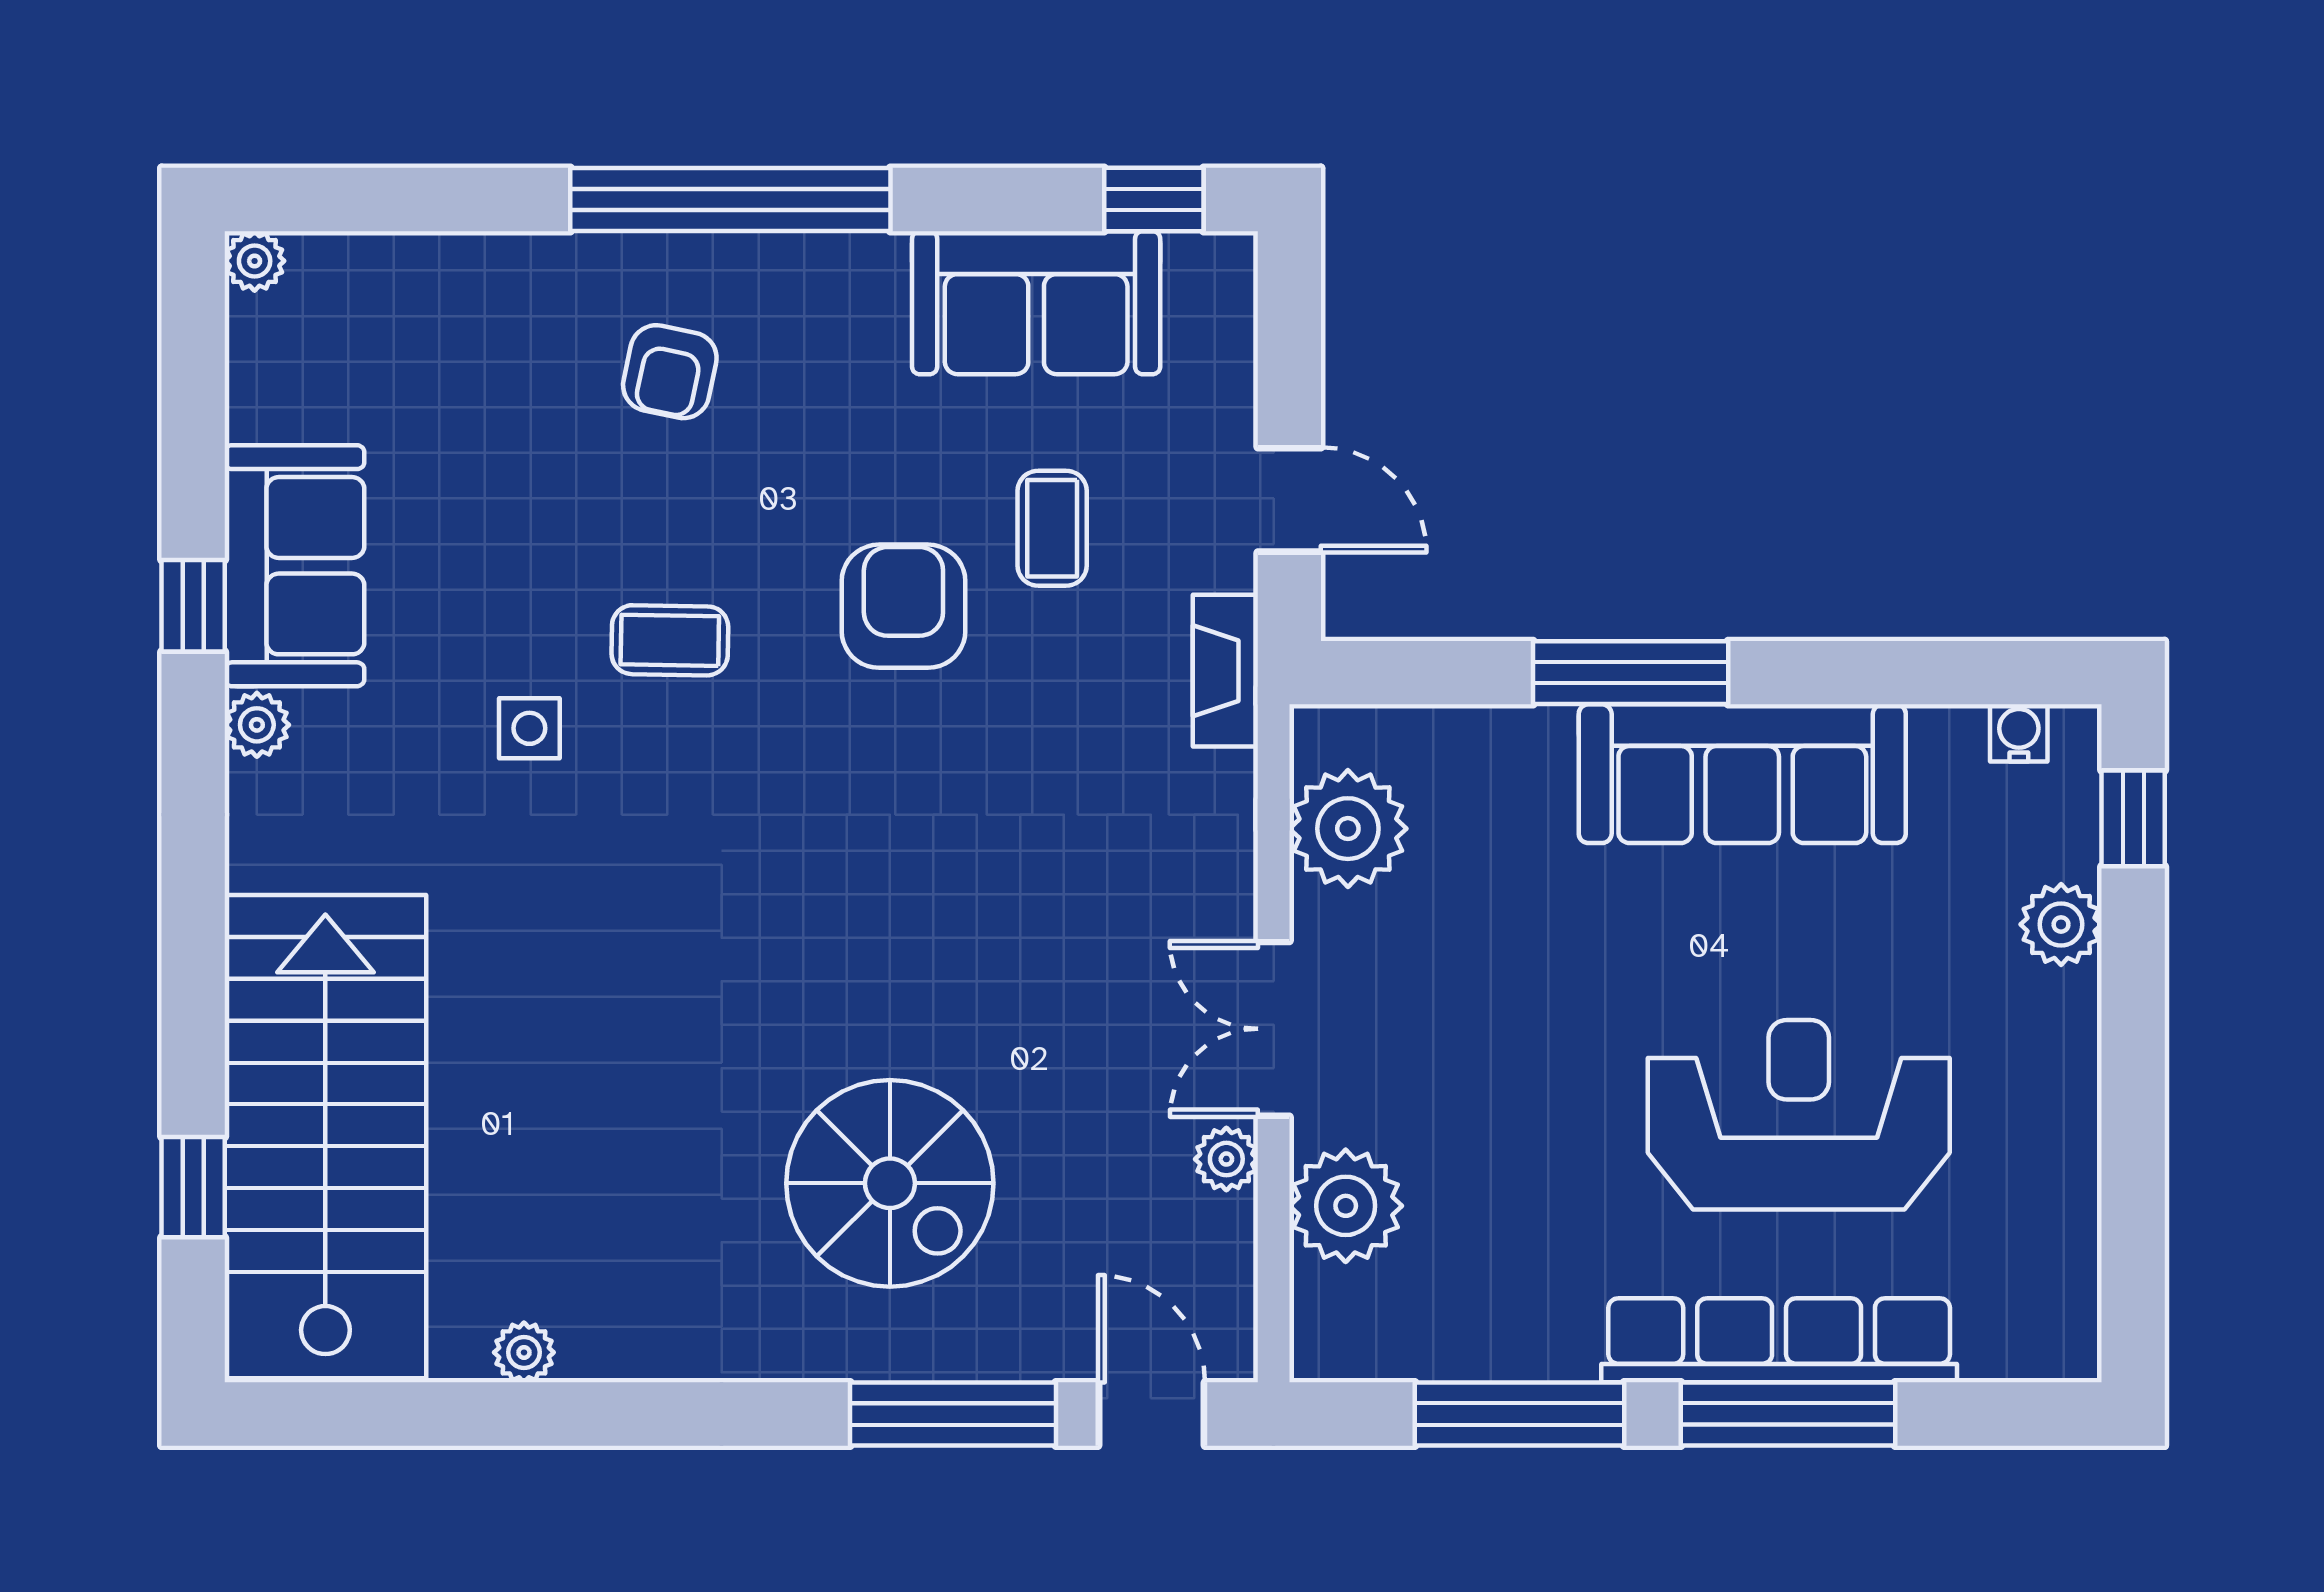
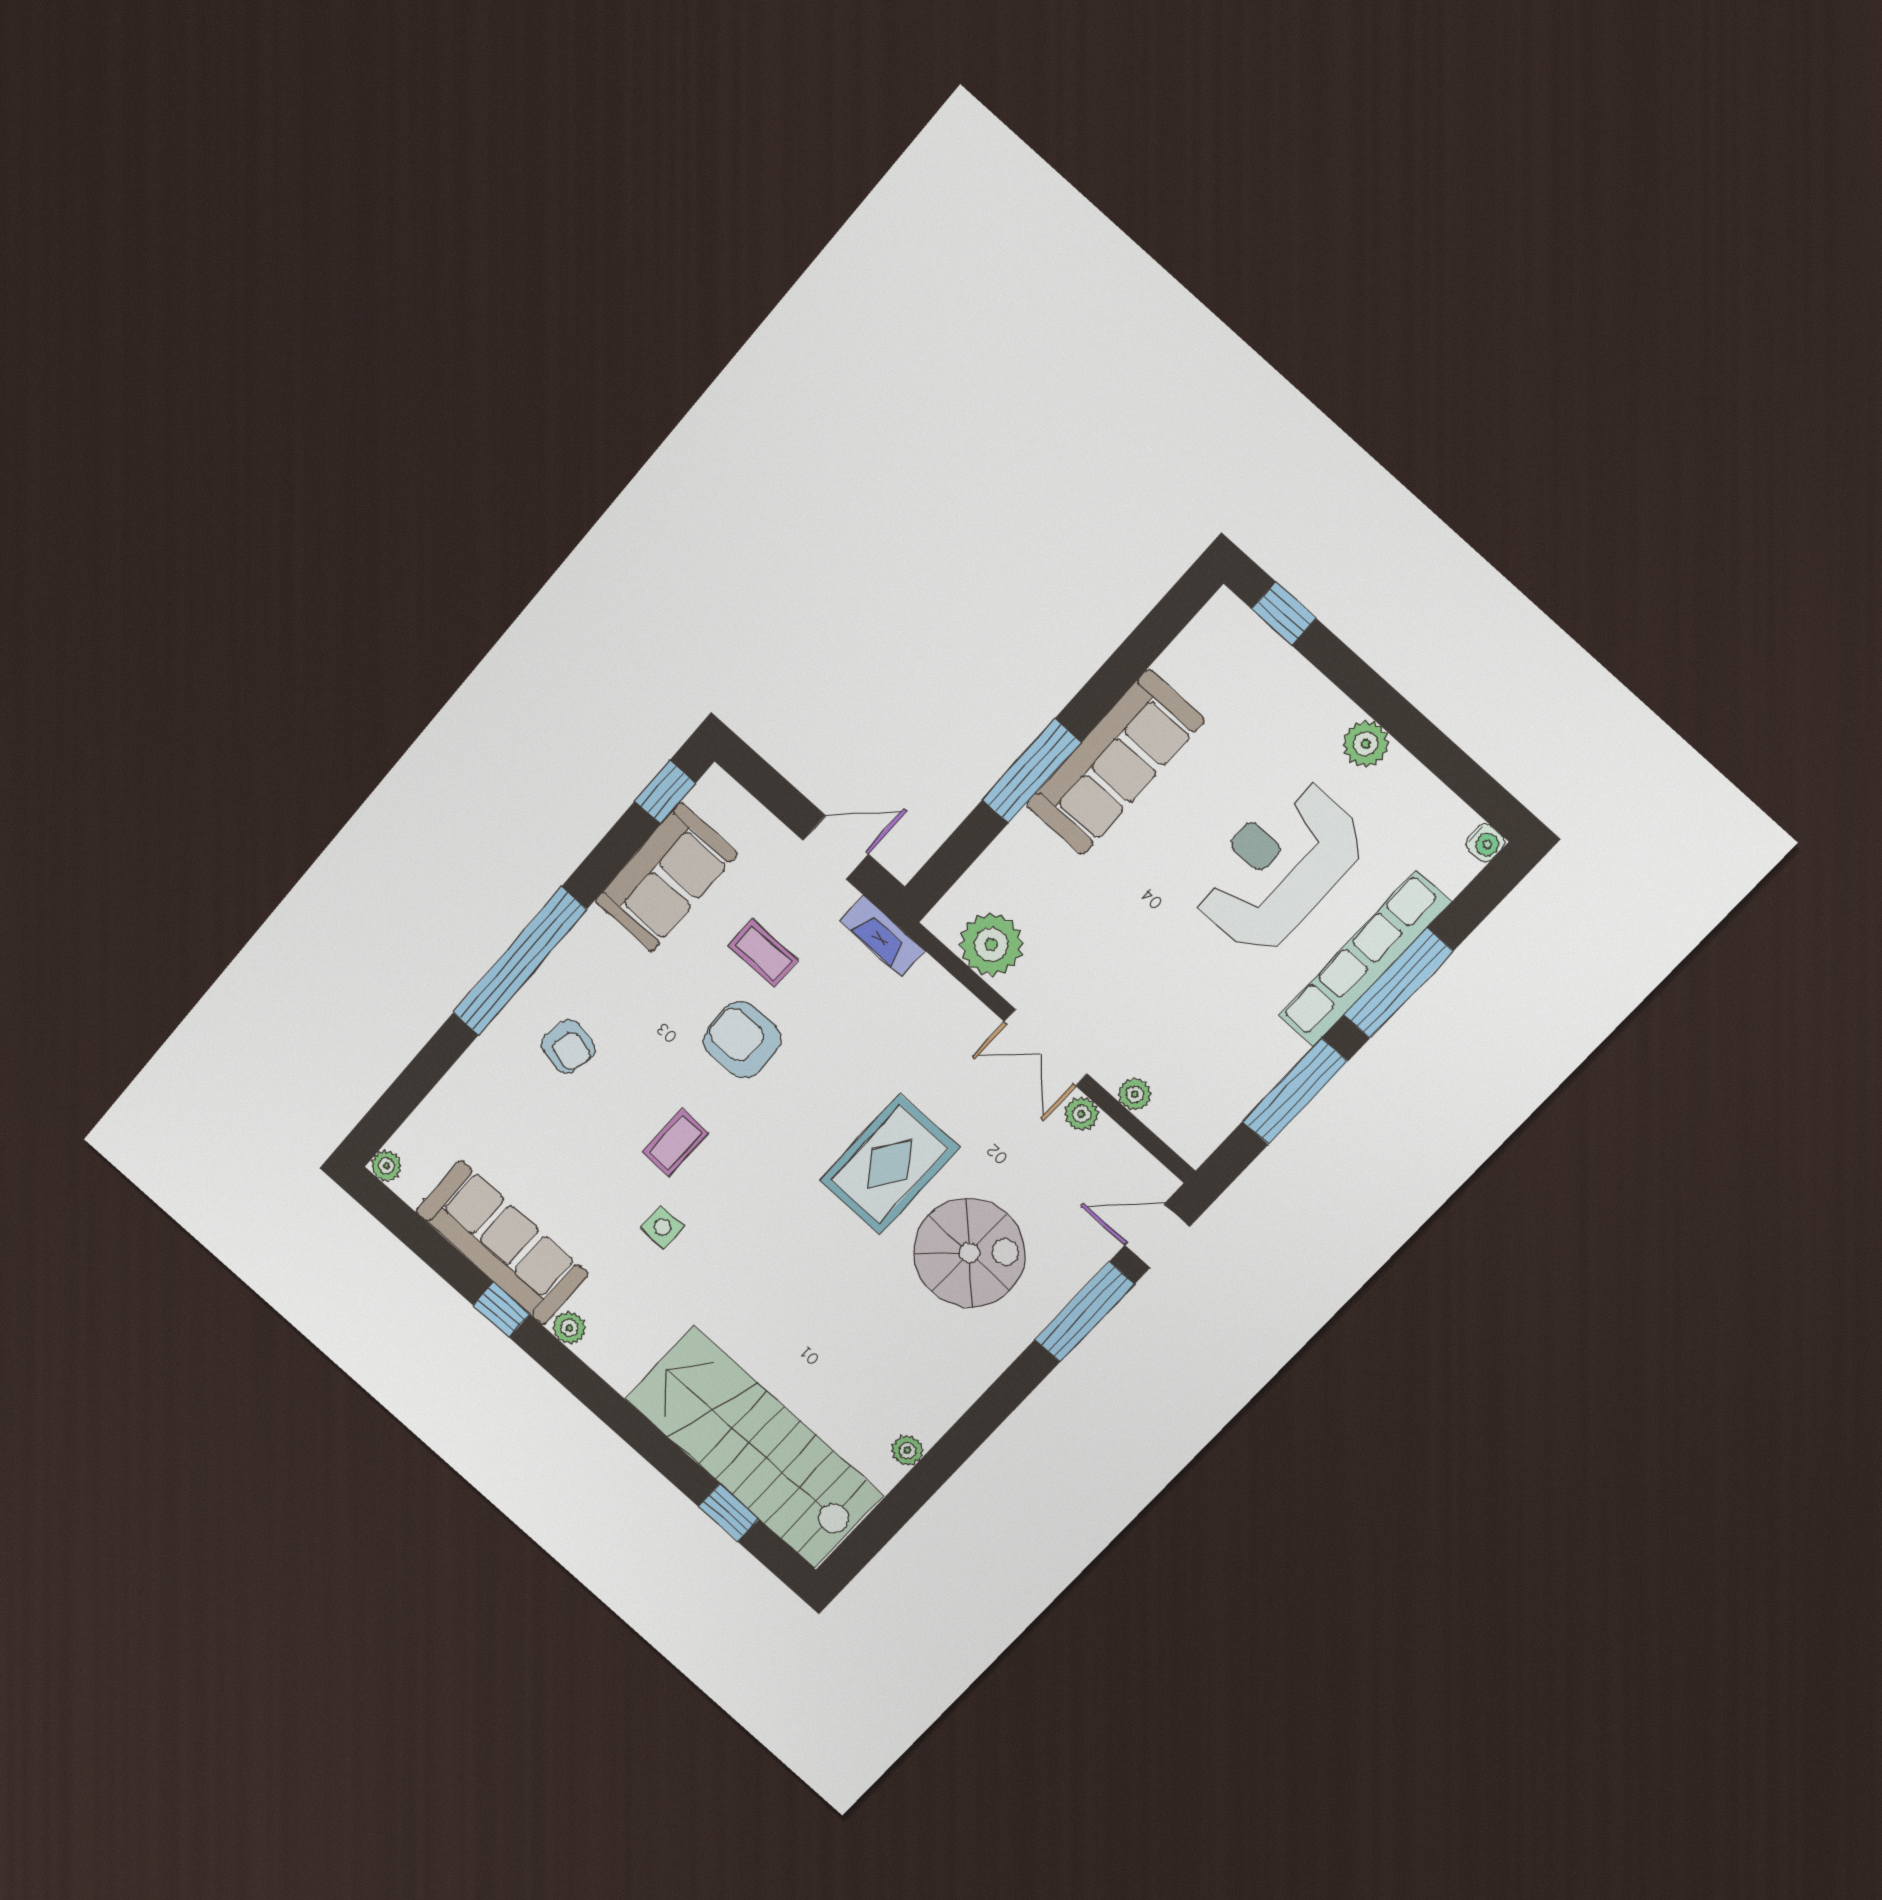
sofa: (294, 566) -> (502, 1243), width x1.36
water cooler: (2019, 733) -> (1485, 843), moved, turned 180
plant: (2061, 924) -> (1366, 744), moved
rug: (914, 963) -> (890, 1164), added
plant: (1346, 1206) -> (1135, 1094), width x0.53, depth x0.53

